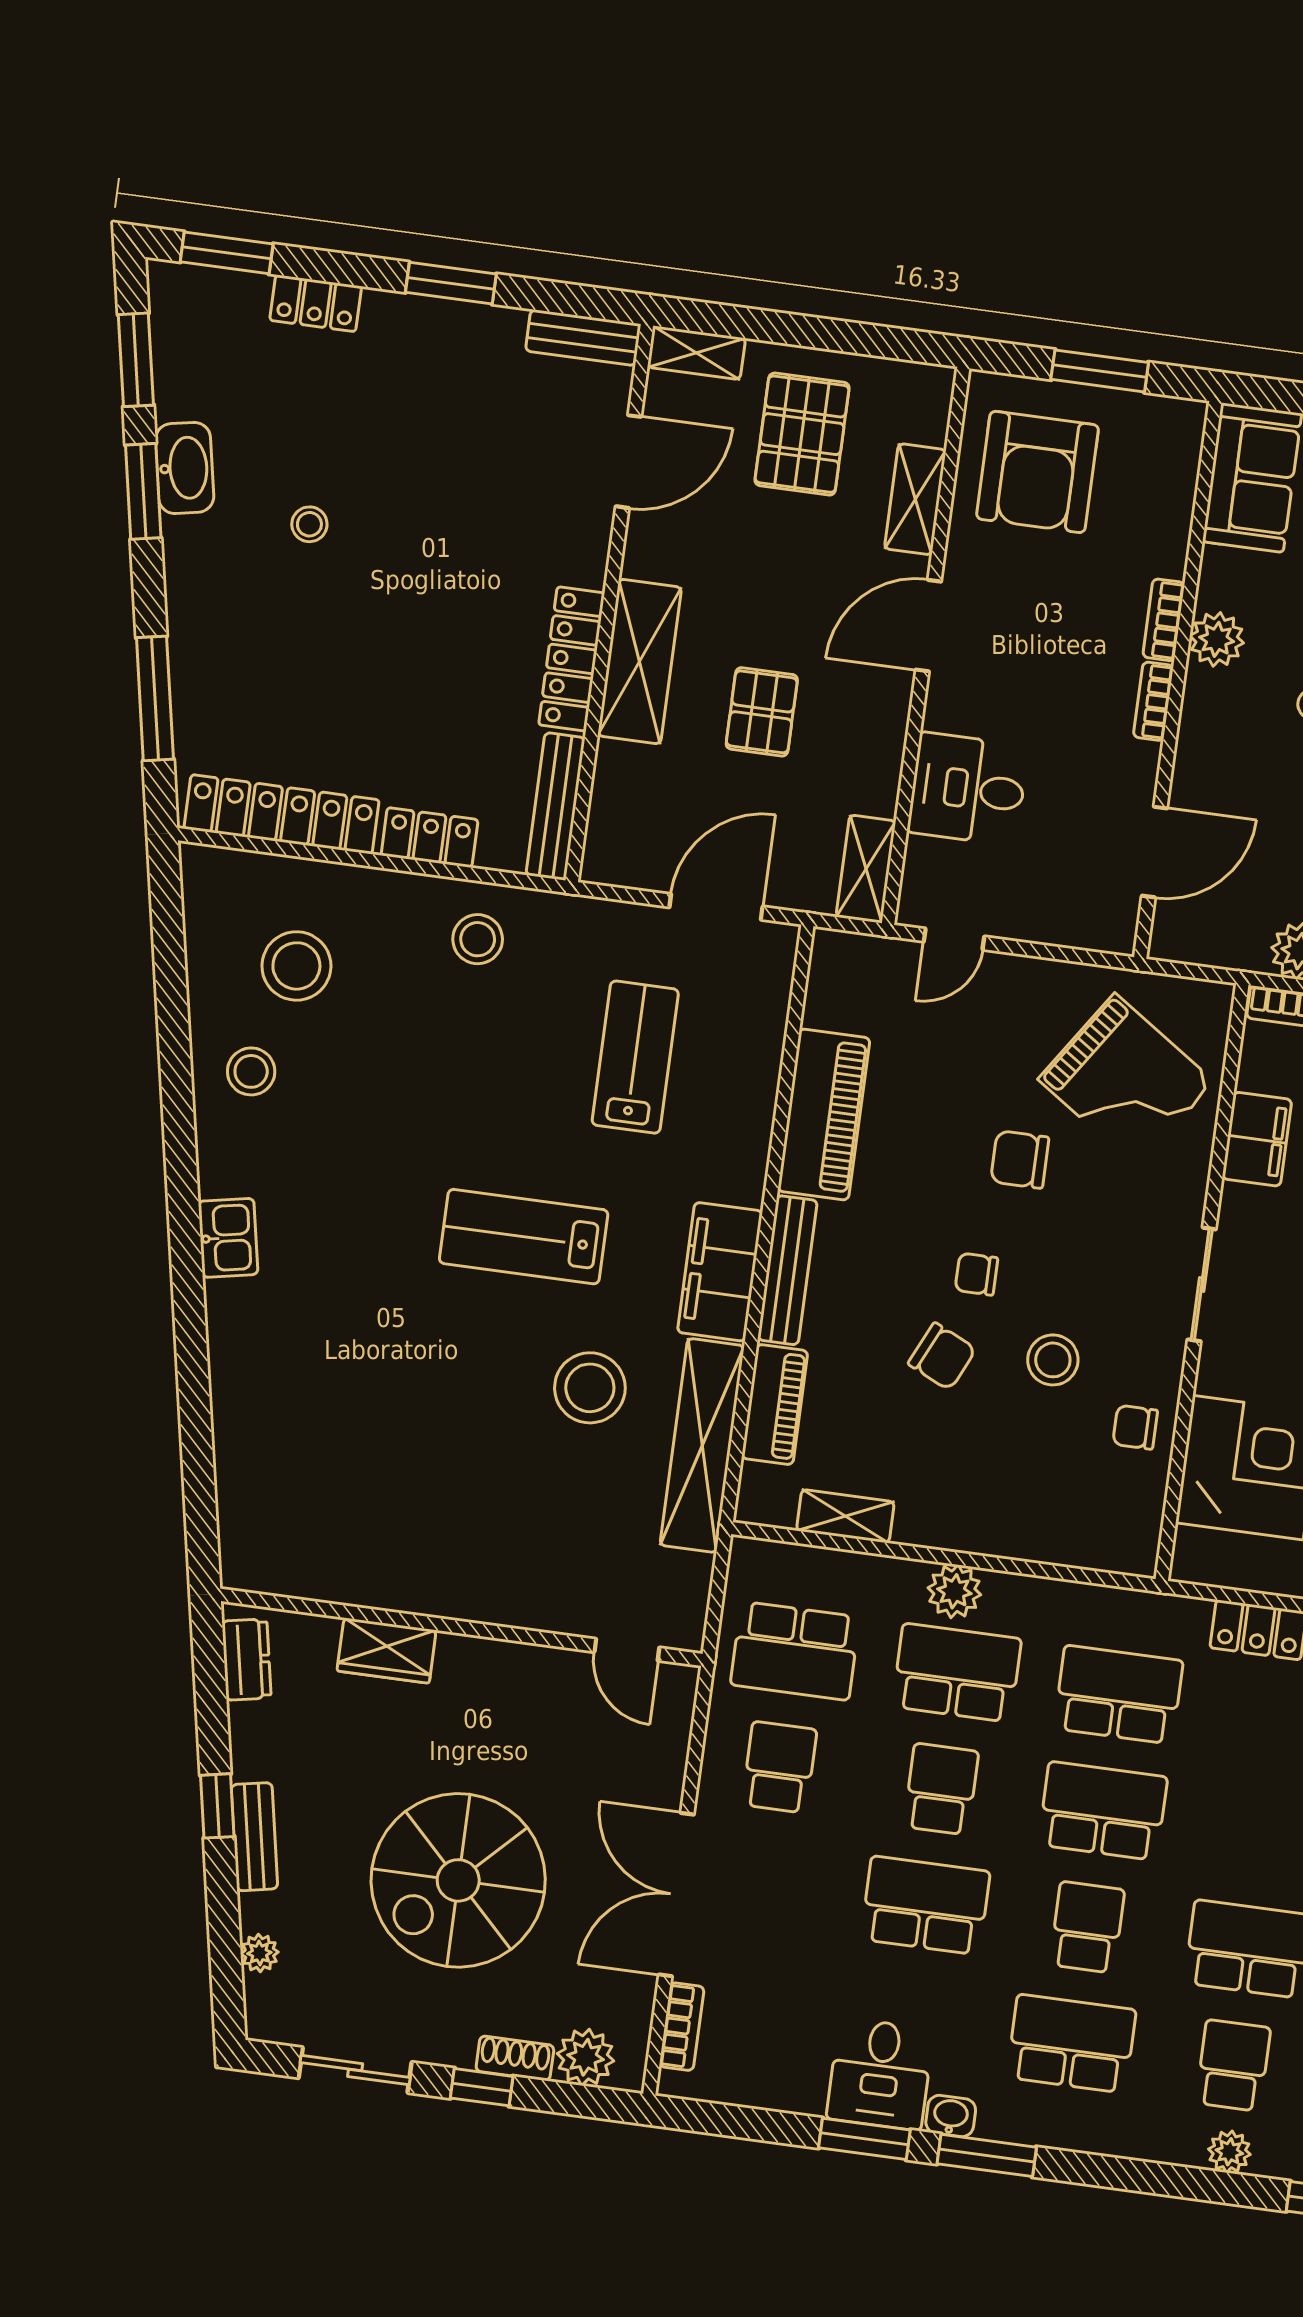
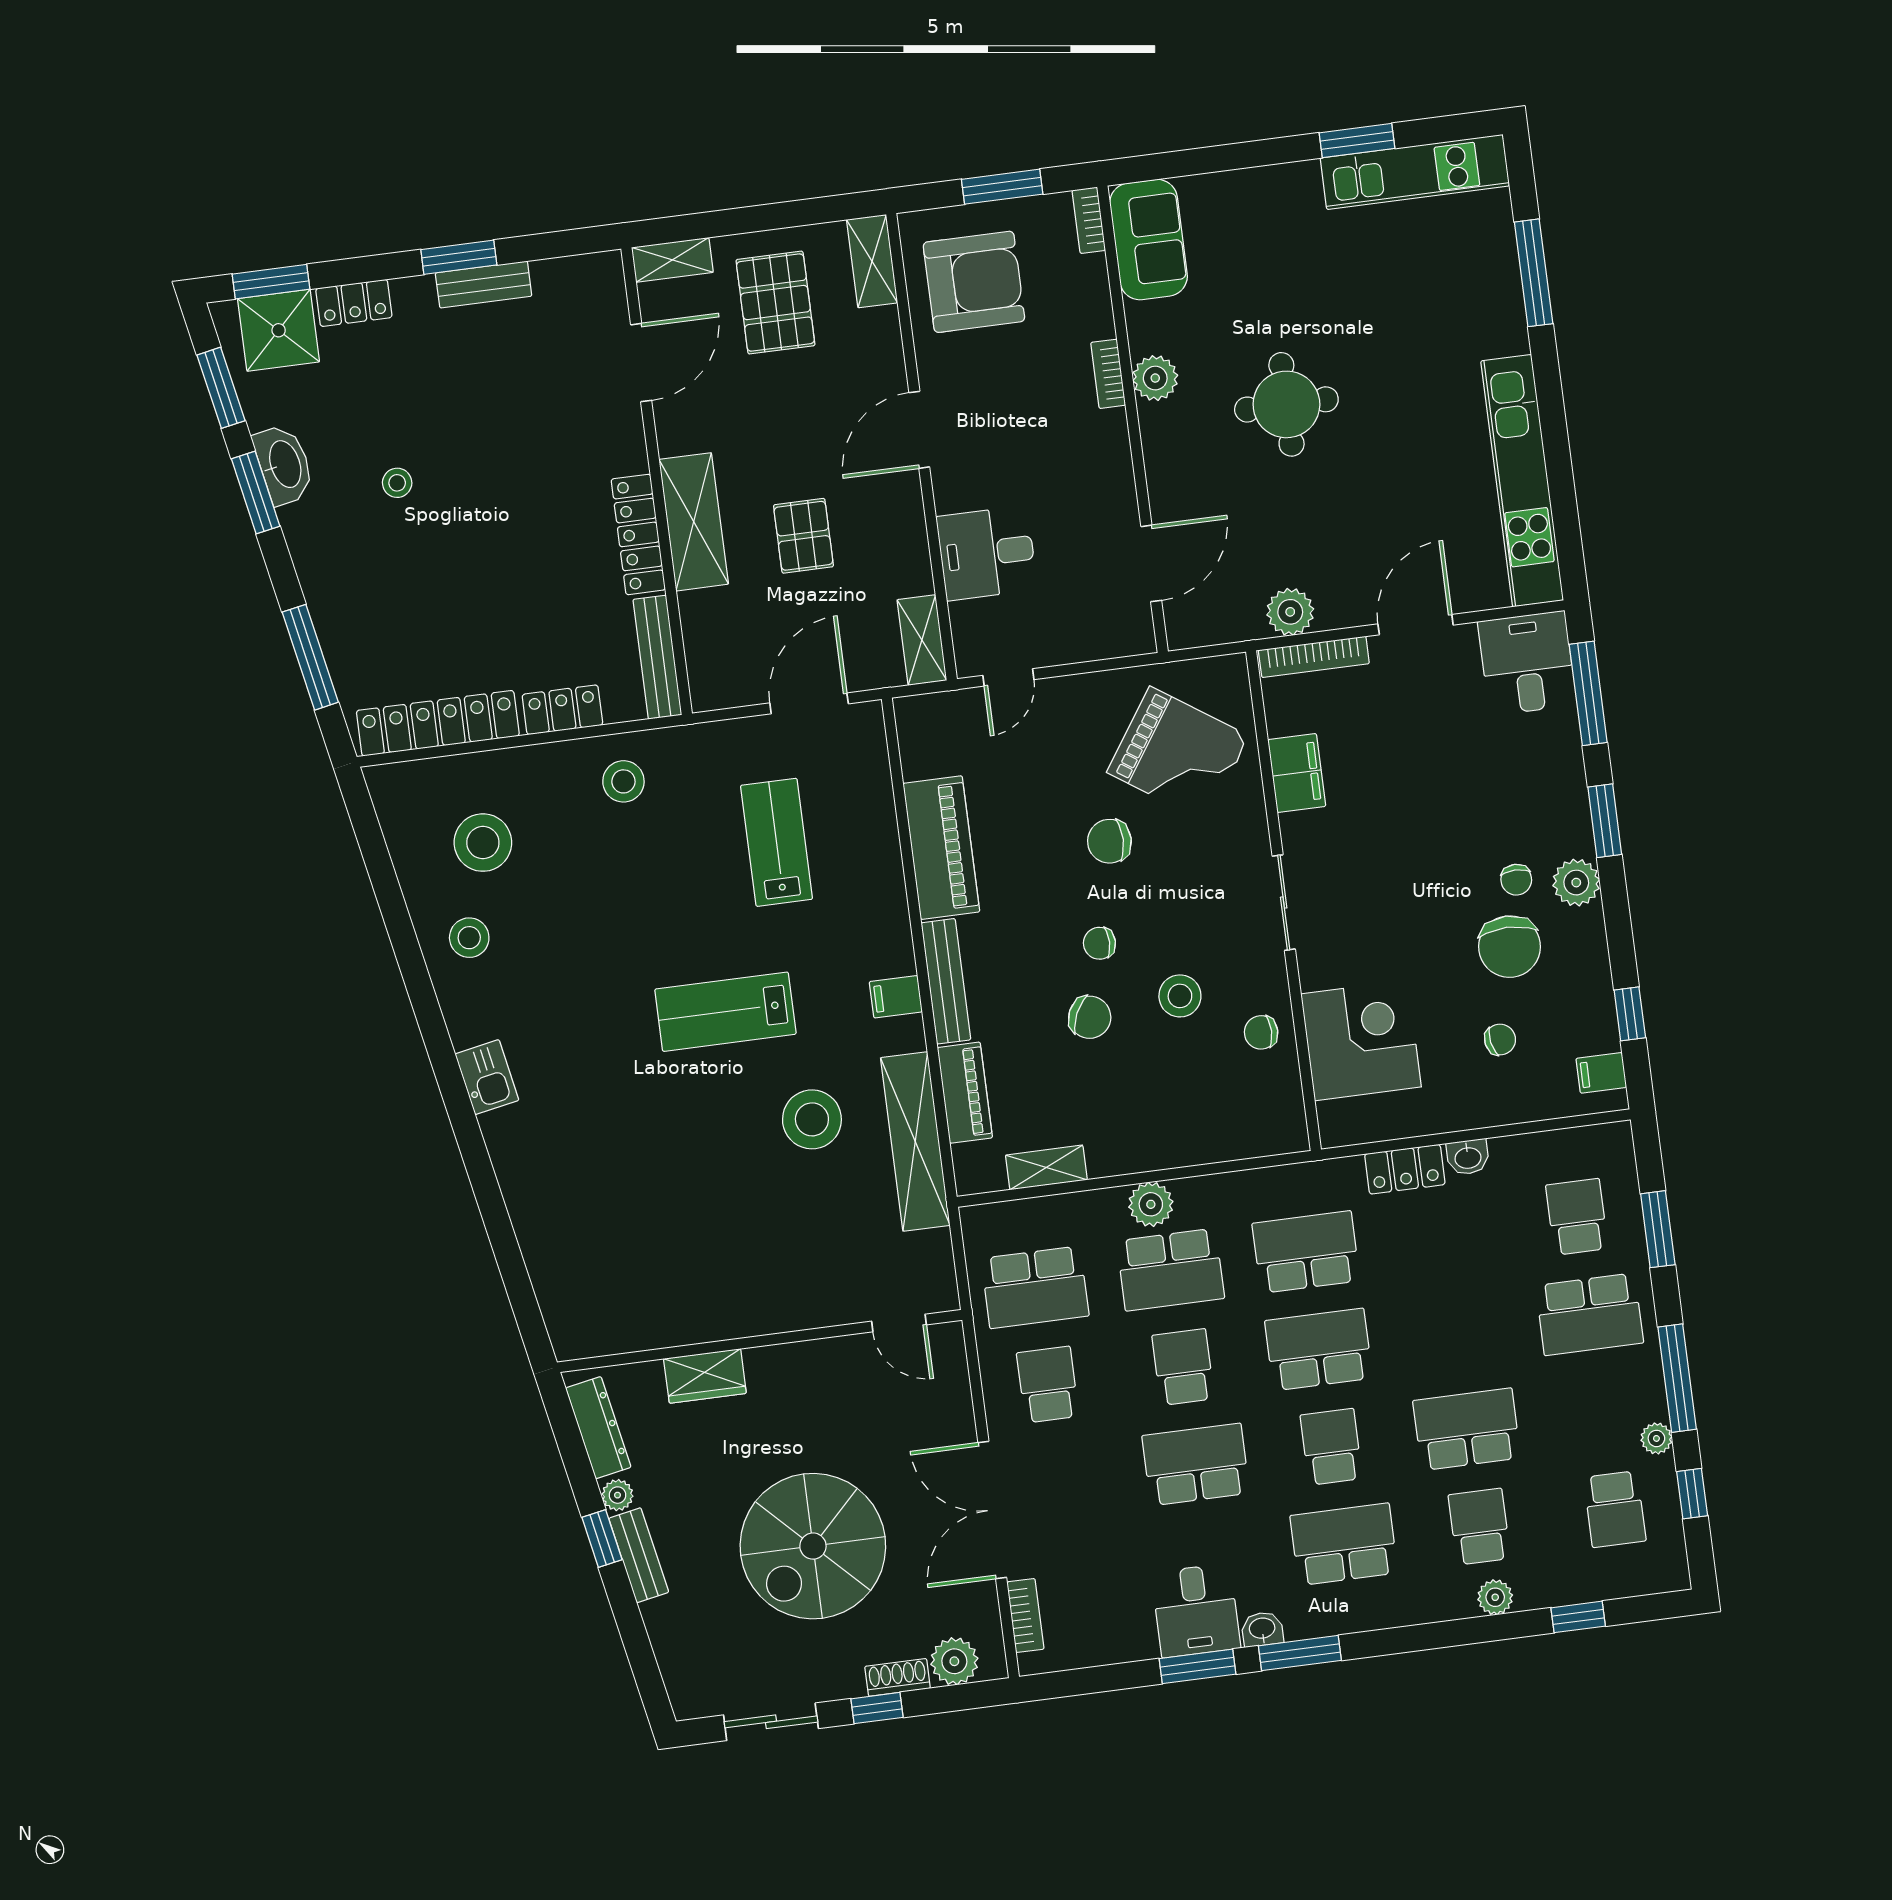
shower: (220, 311) -> (279, 330), added
bench: (583, 338) -> (484, 285), moved
armchair: (1037, 472) -> (974, 282), turned -90
shelving: (915, 499) -> (872, 261), moved
bookcase: (1153, 701) -> (1089, 220), moved
filing cabinet: (720, 1272) -> (896, 997), width x0.33, depth x0.86
dresser: (246, 1660) -> (598, 1428), width x1.44
school desk: (957, 1673) -> (1171, 1270), turned 180
plant: (259, 1953) -> (618, 1495), moved

